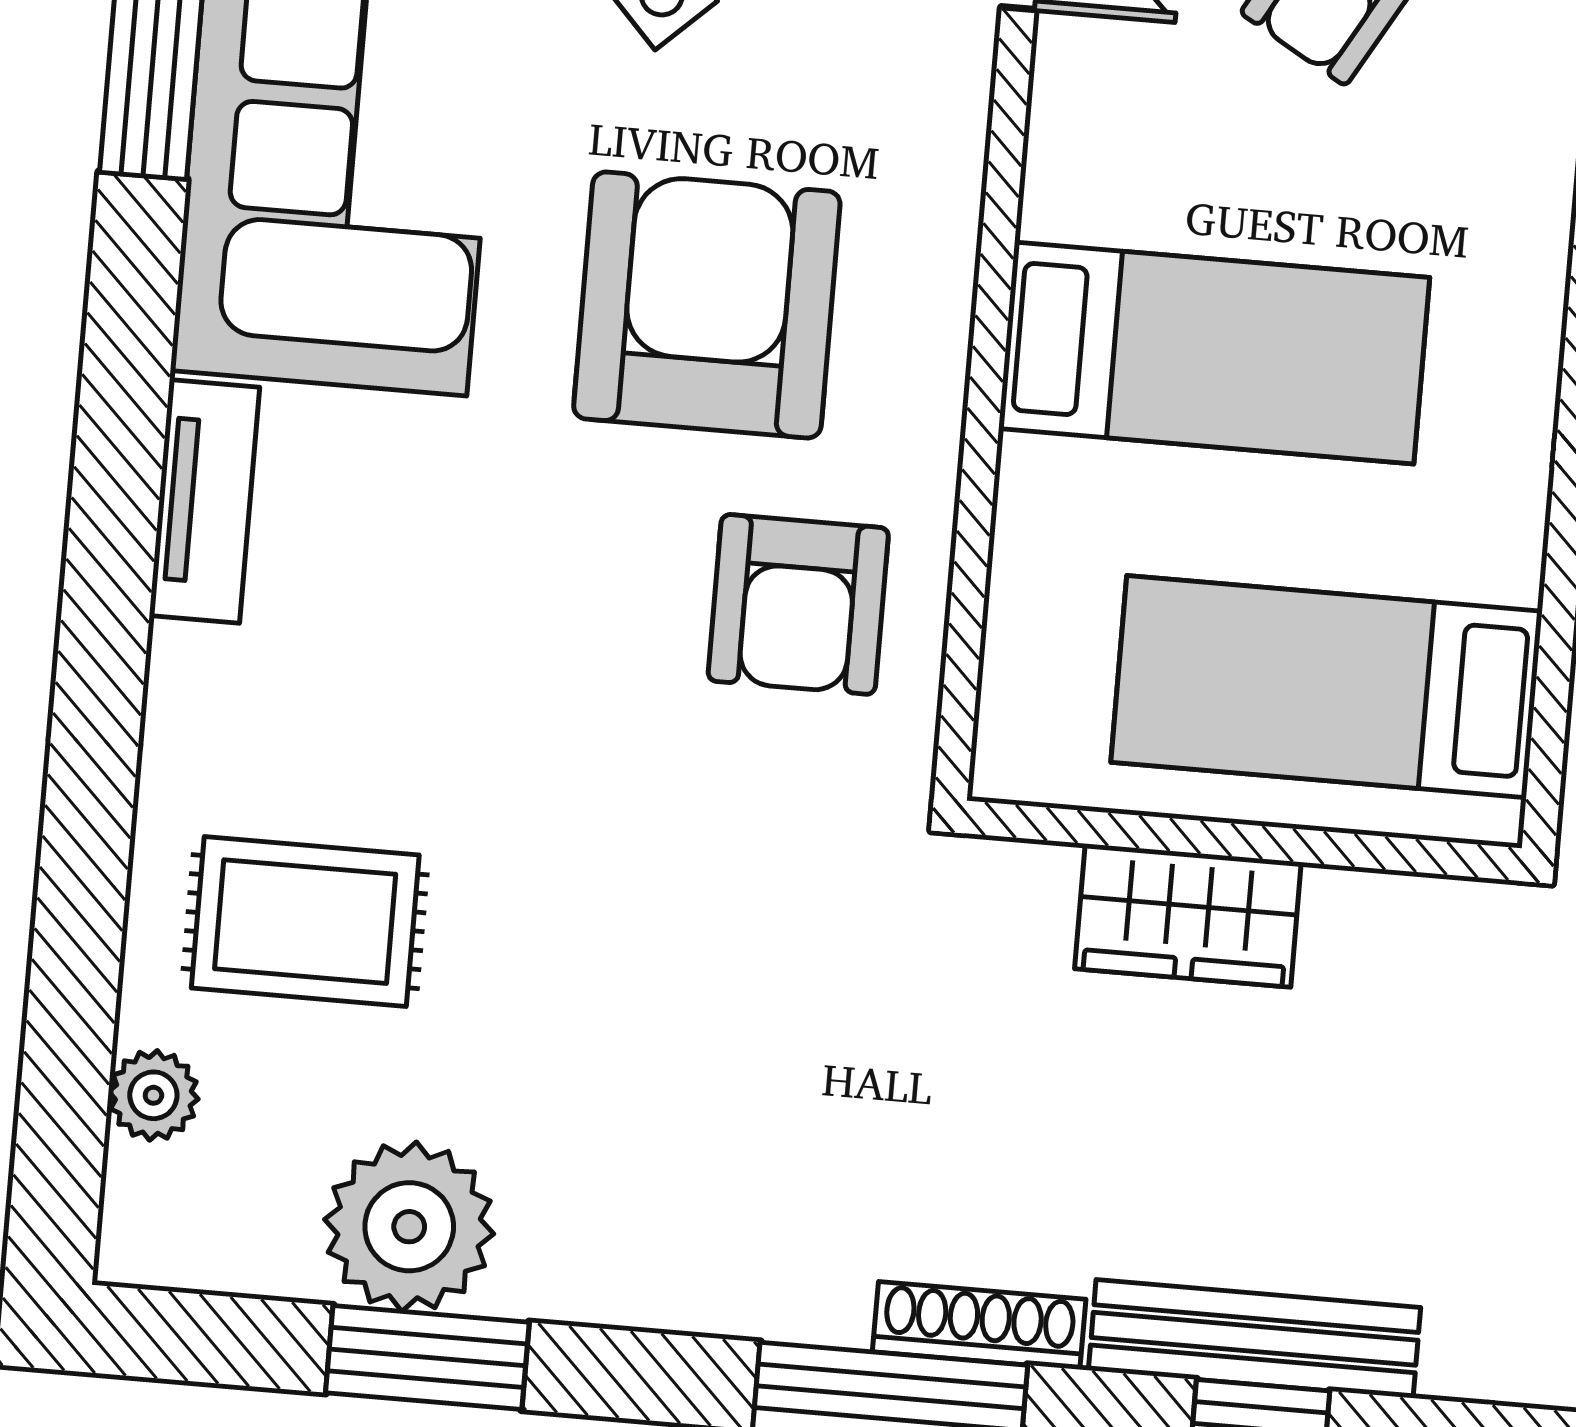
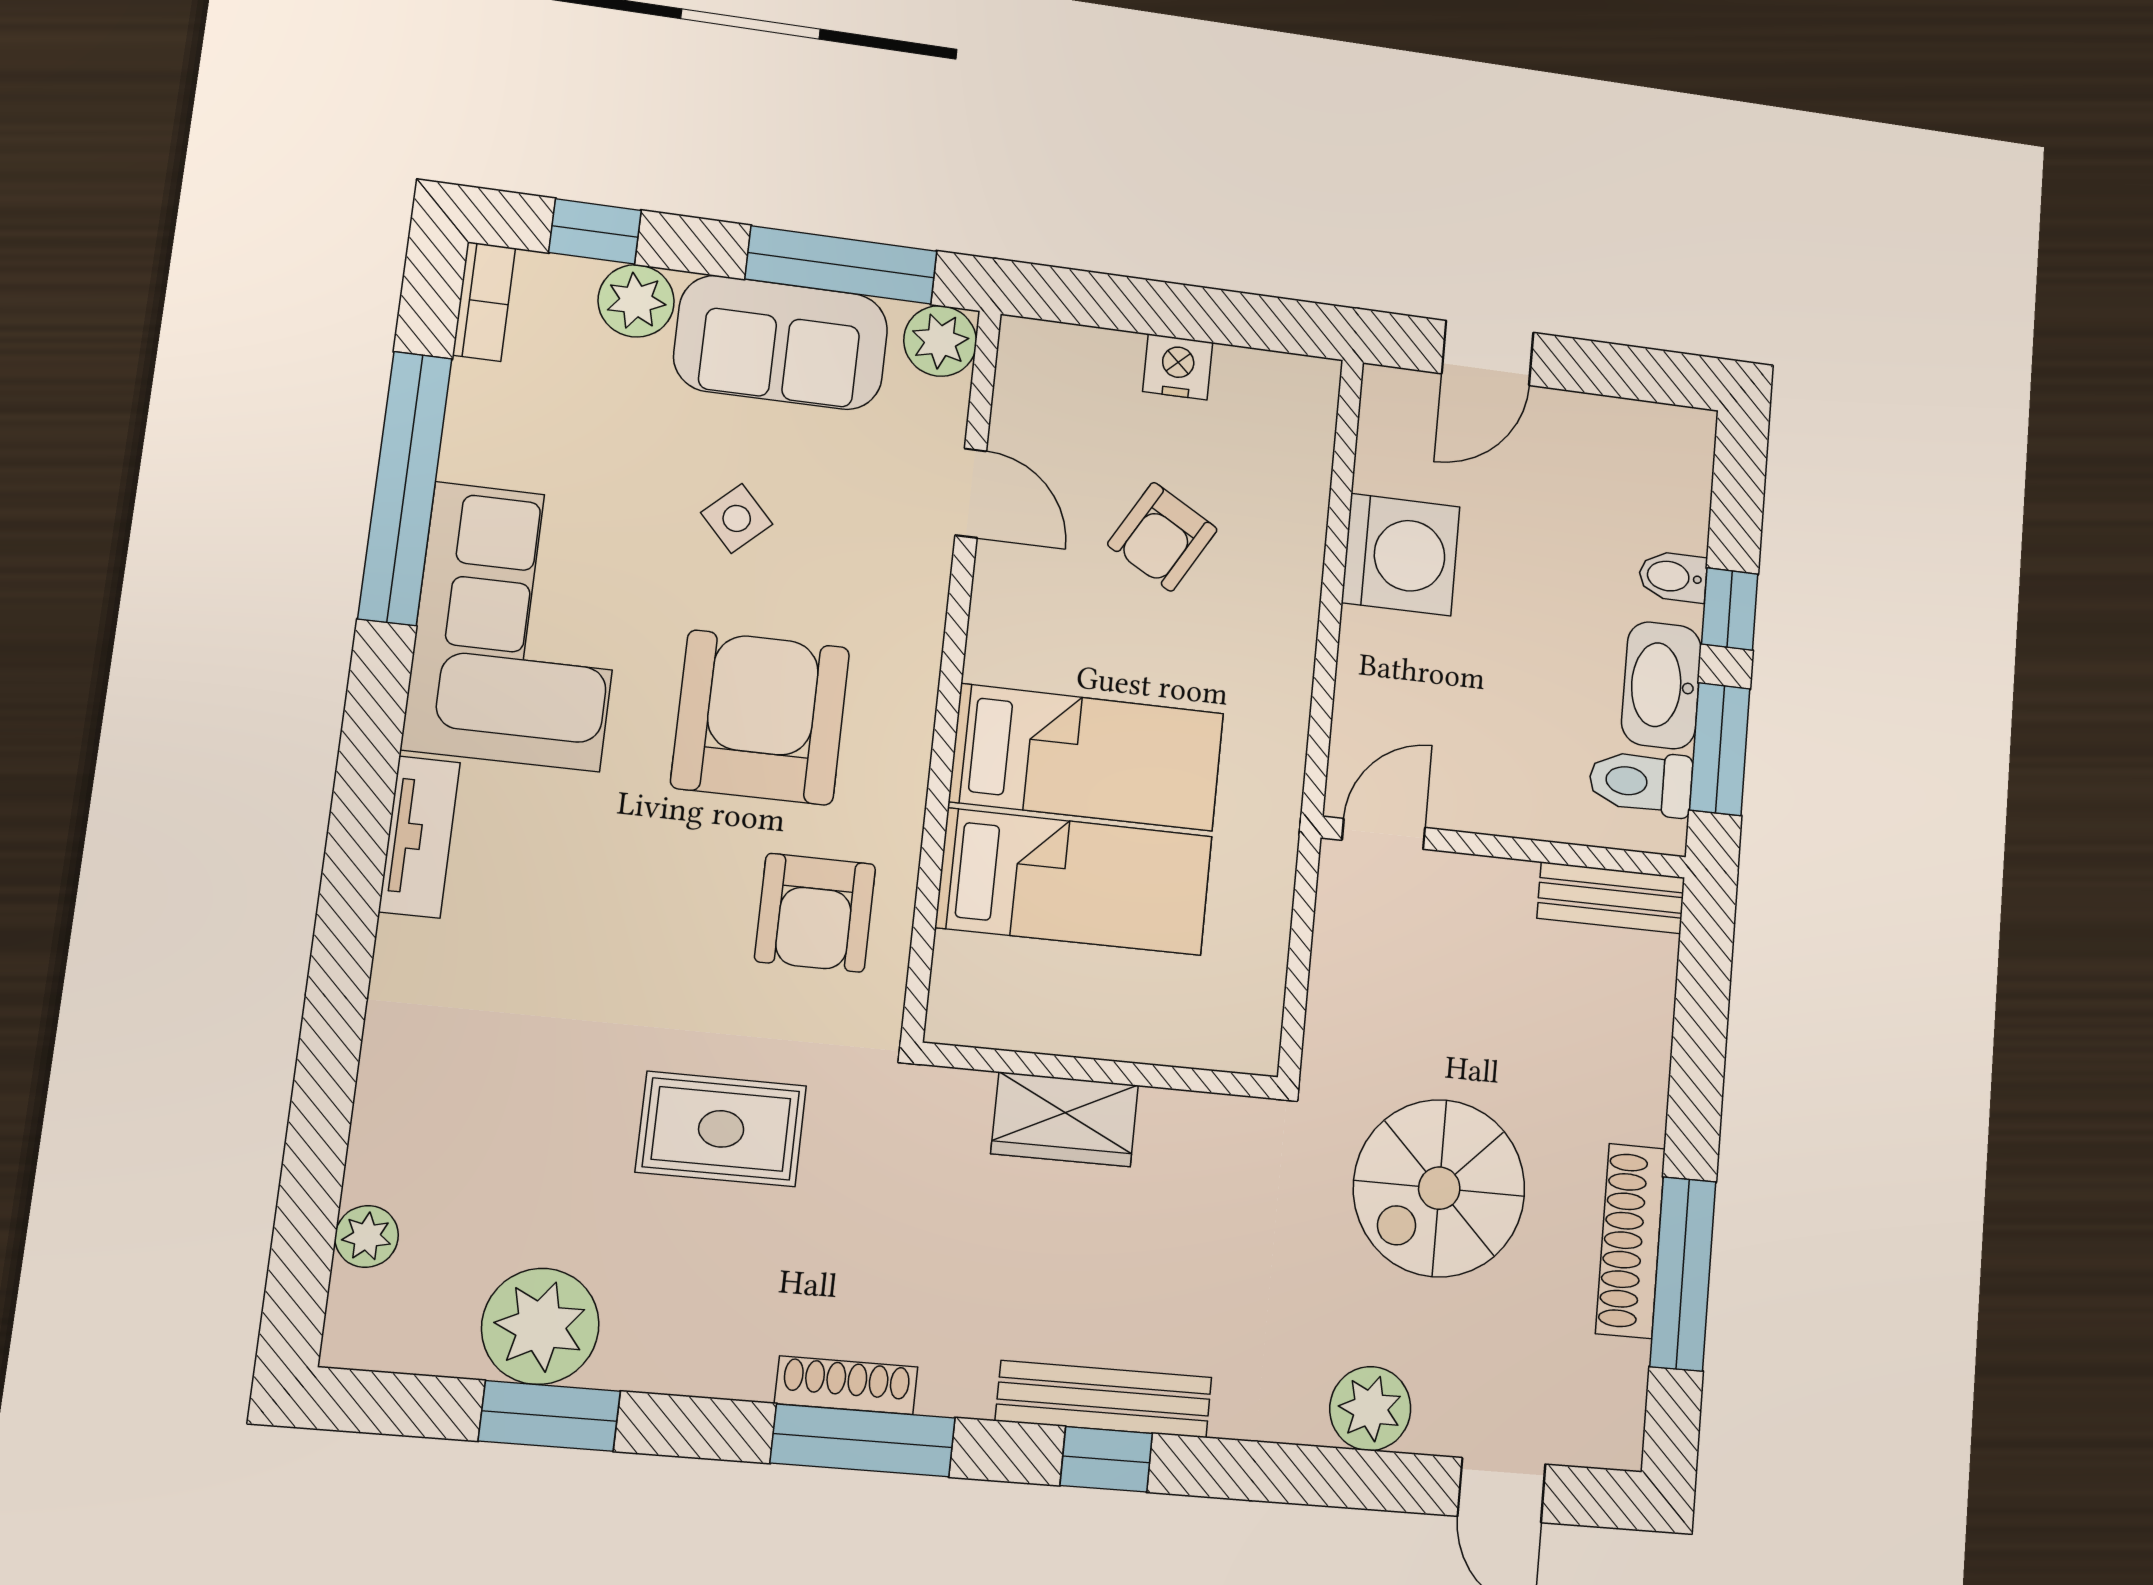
bed: (1327, 687) -> (1075, 882), moved, turned 180
rug: (305, 922) -> (721, 1129), moved
shoe rack: (979, 1325) -> (846, 1385), moved

